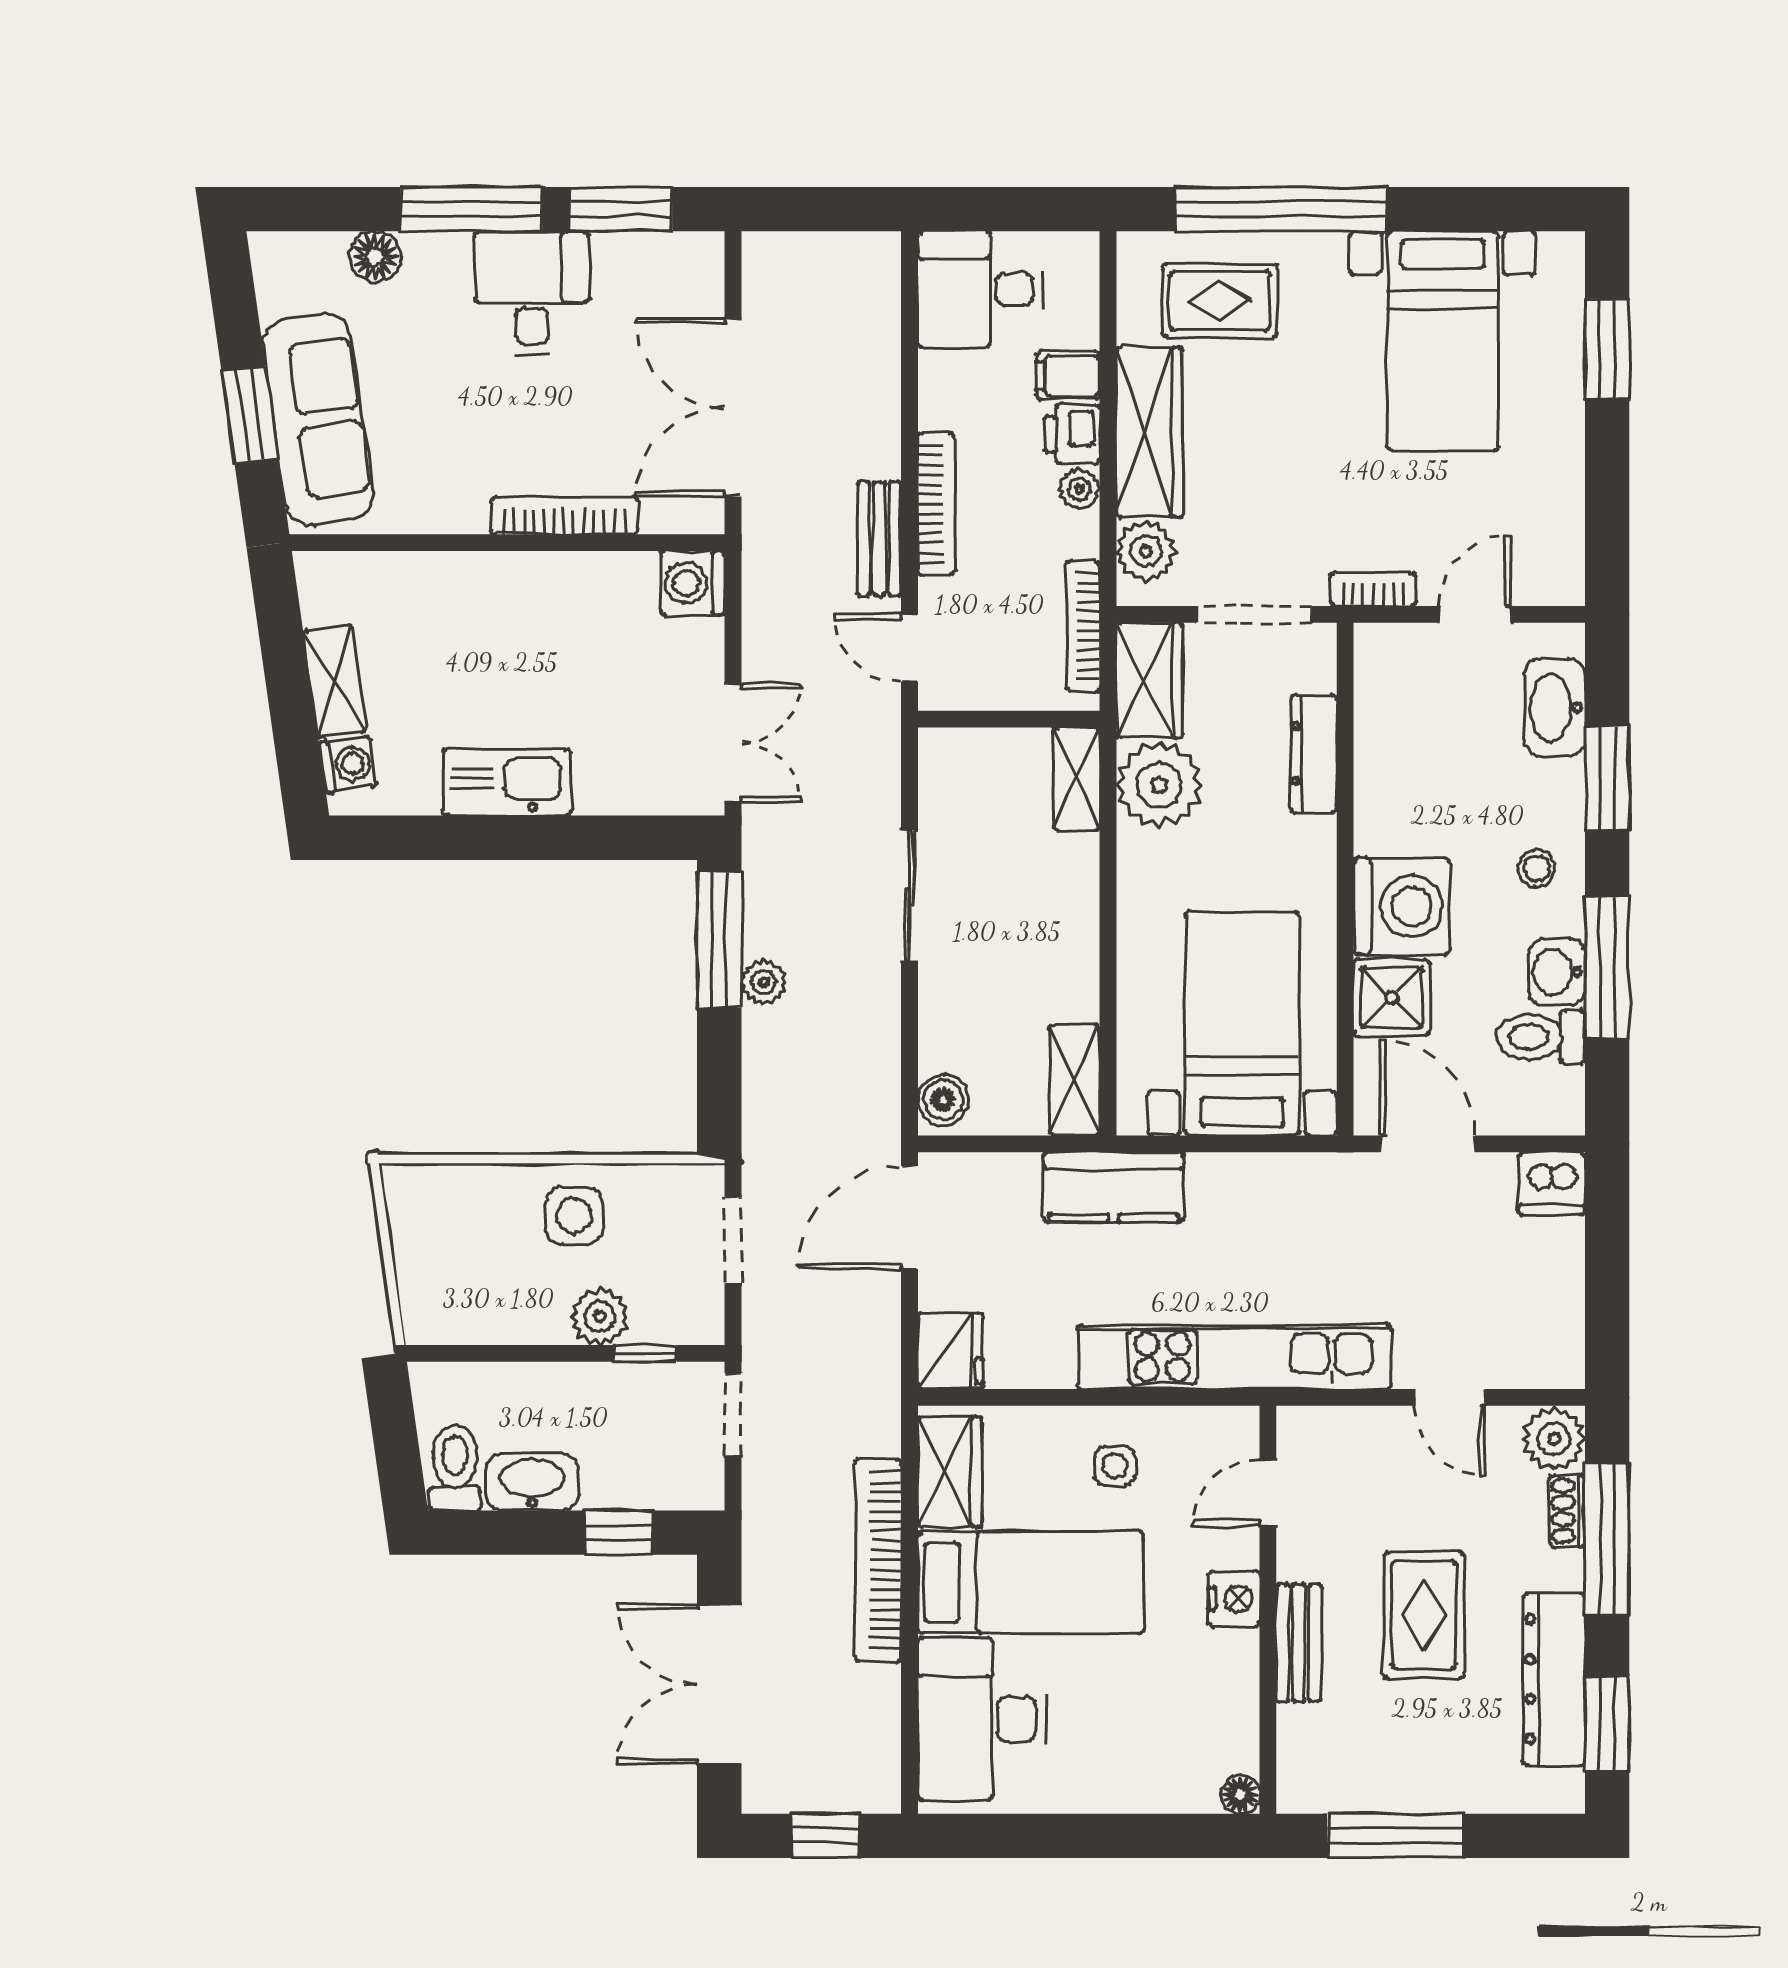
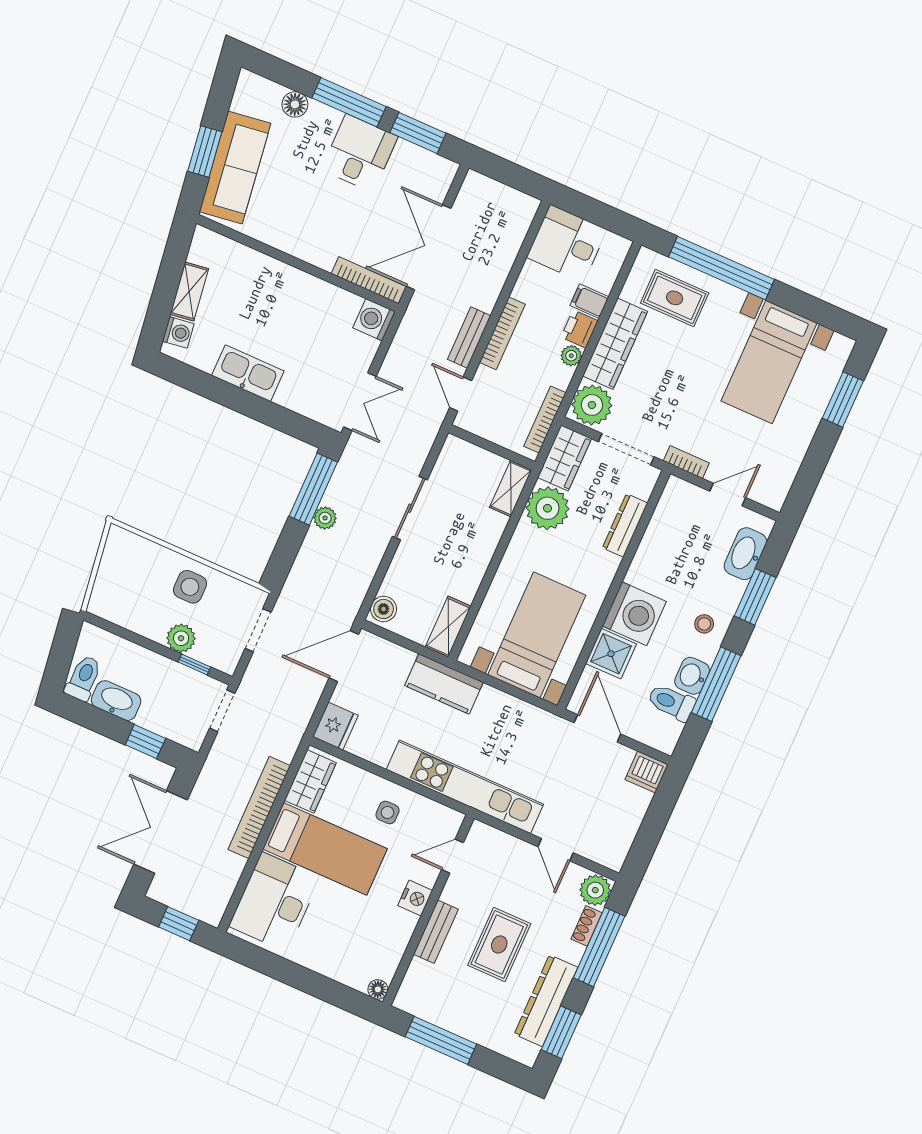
bookcase: (564, 516) -> (369, 280), moved
plant: (1146, 551) -> (592, 405), width x1.36, depth x1.36

